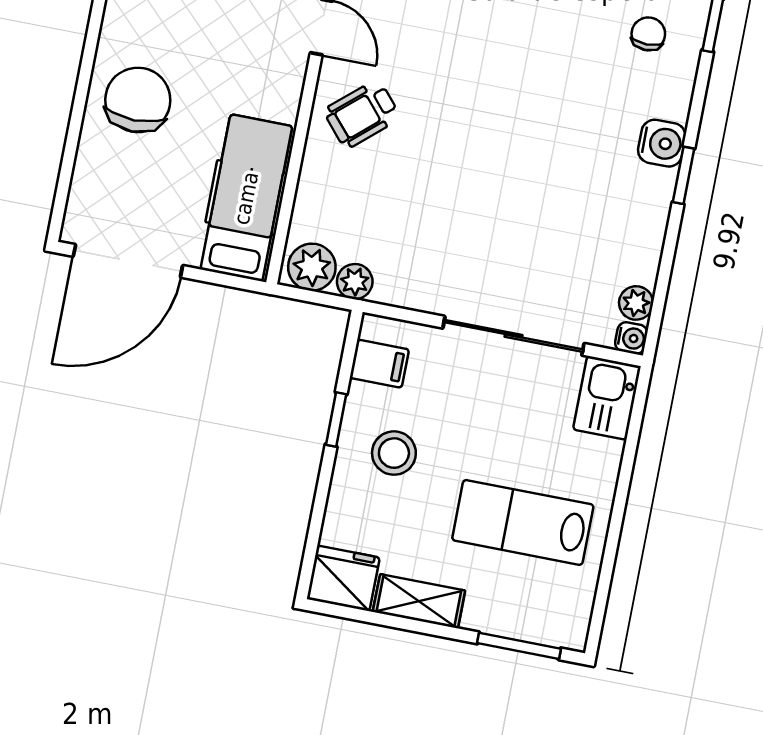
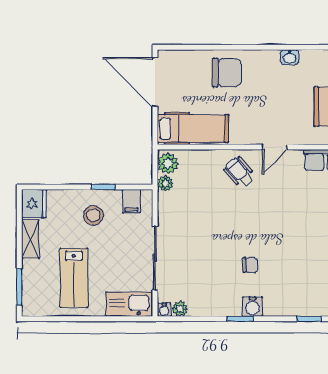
chair: (648, 34) -> (250, 265), moved
kitchen sink: (607, 398) -> (130, 304), width x1.38
lab bench: (523, 522) -> (74, 278), turned 180

